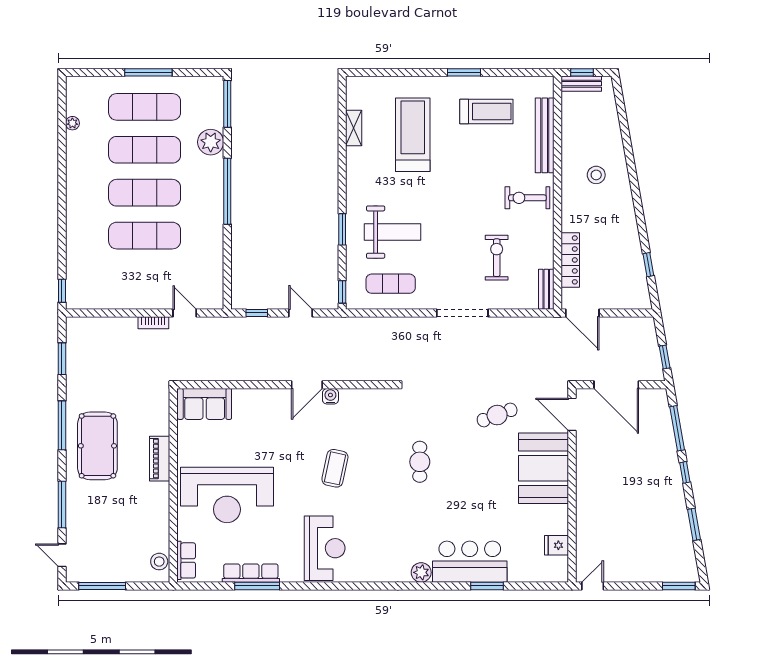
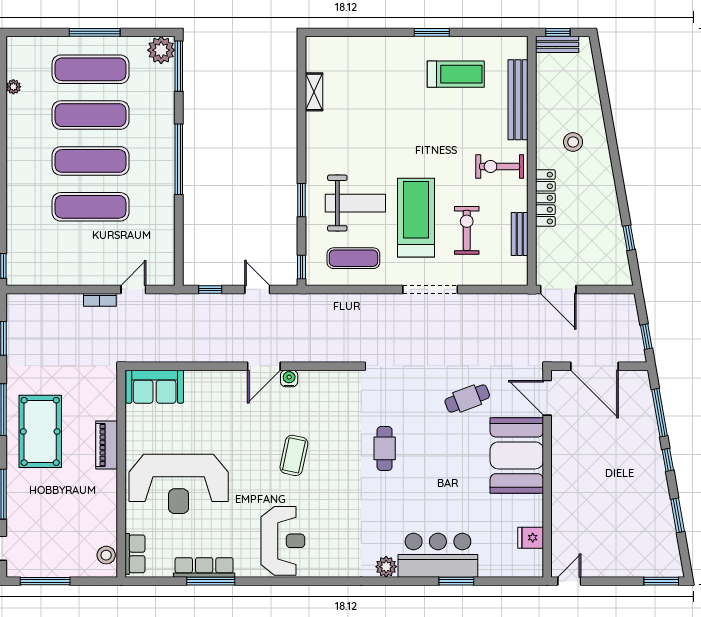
treadmill: (413, 135) -> (416, 218), moved
plant: (211, 142) -> (161, 50), moved
locker: (570, 260) -> (545, 198), moved
bench: (546, 289) -> (520, 234), moved
door: (185, 313) -> (133, 289), hinge flipped

